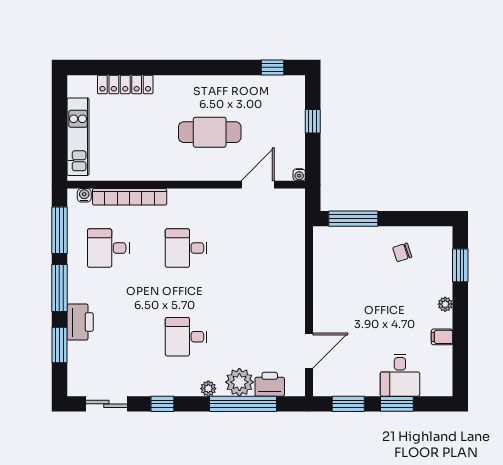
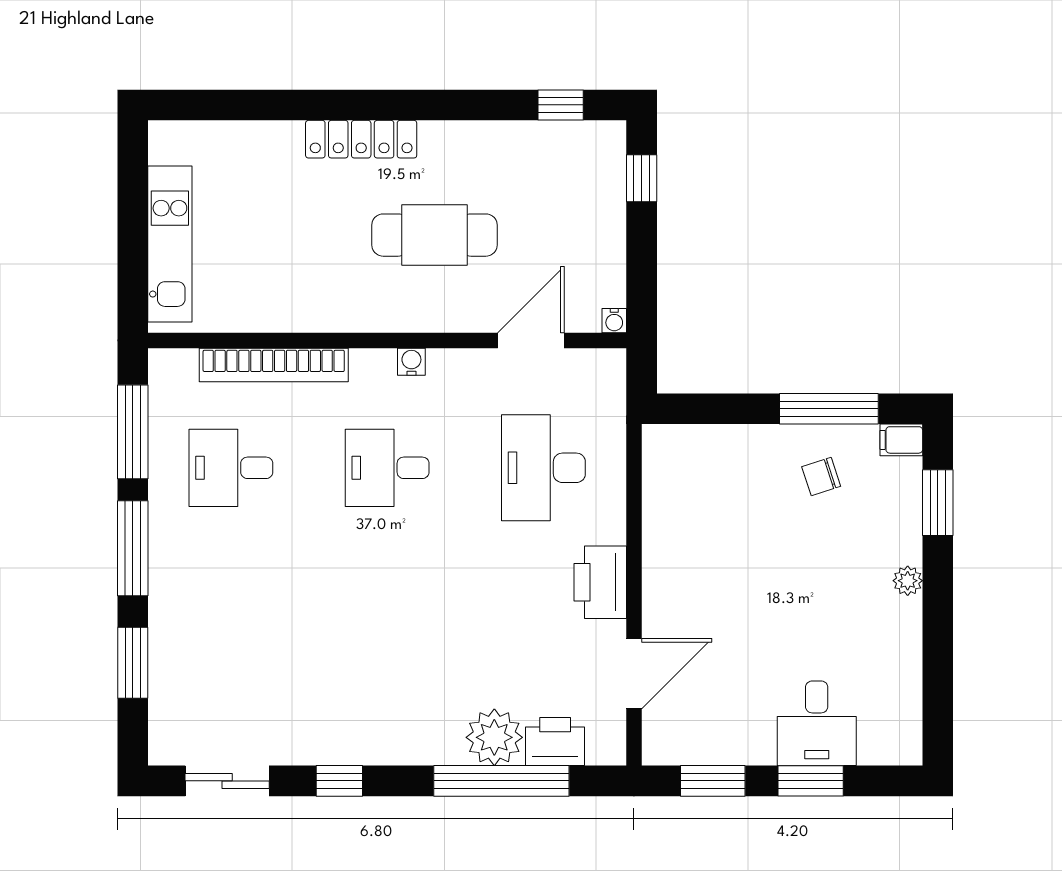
locker: (125, 84) -> (361, 139), moved
window: (313, 121) -> (642, 178), moved
water cooler: (84, 195) -> (411, 362), moved
window: (353, 219) -> (829, 409), moved
printer: (80, 322) -> (600, 582), moved, turned 180
desk: (186, 337) -> (543, 468), moved, width x1.37
filing cabinet: (442, 337) -> (901, 440), moved
plant: (208, 389) -> (432, 750), removed

